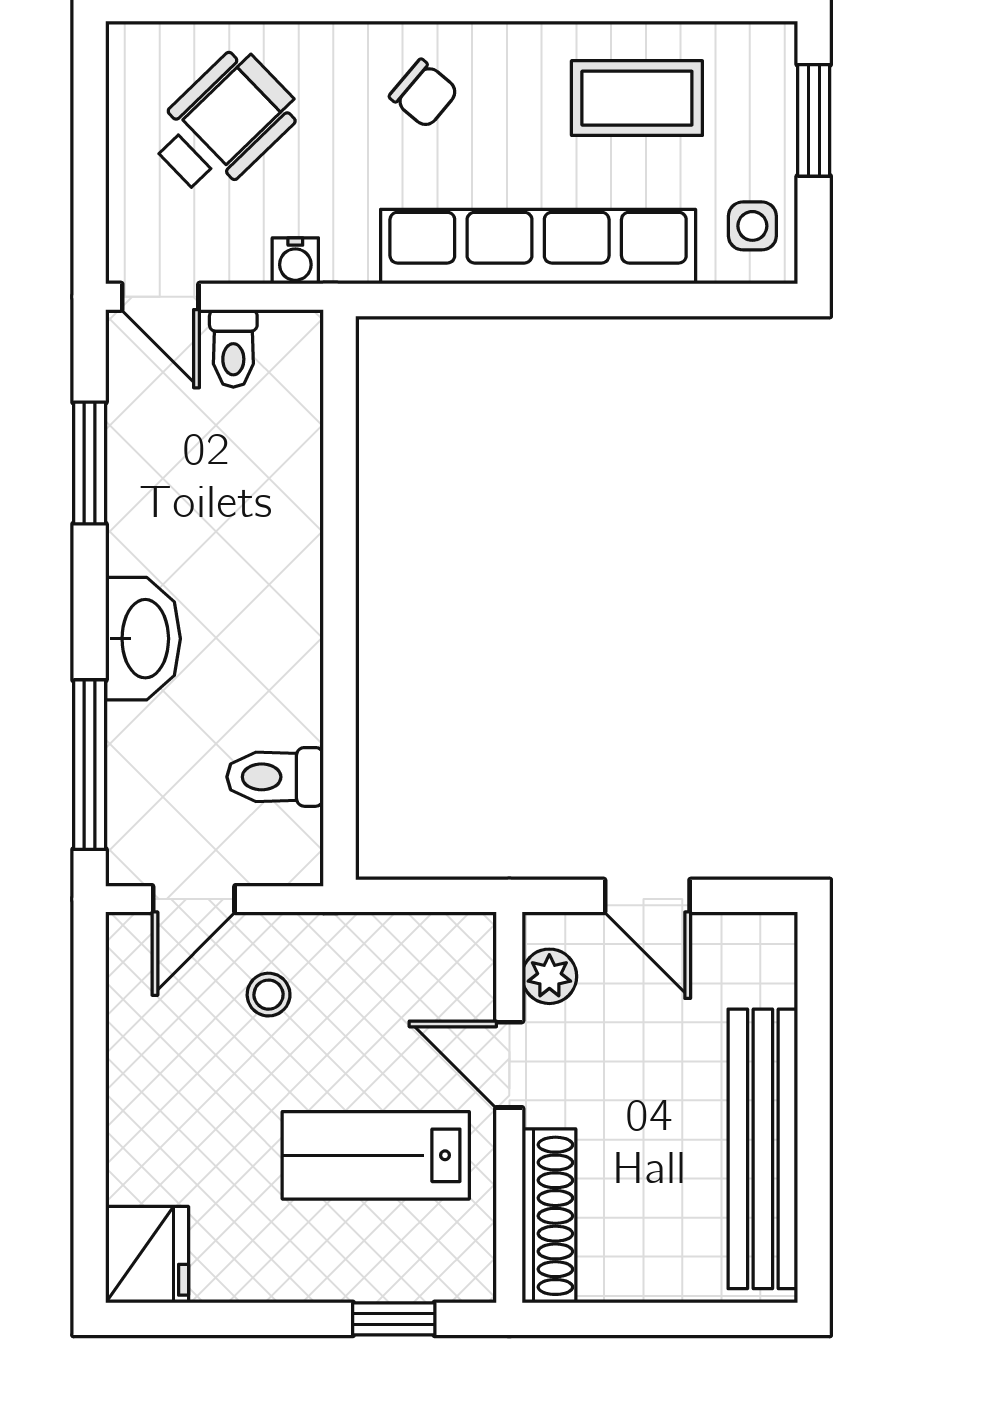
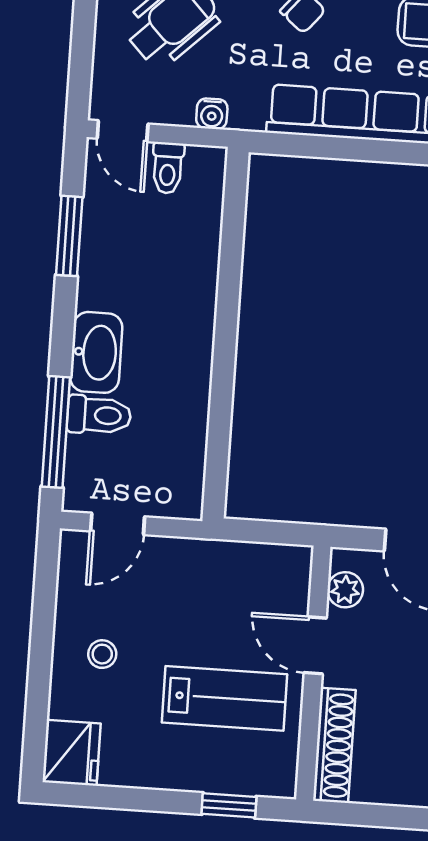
toilet: (275, 777) -> (99, 415), moved, turned 180
stool: (269, 995) -> (102, 654), moved
lab bench: (376, 1155) -> (224, 698), turned 180

